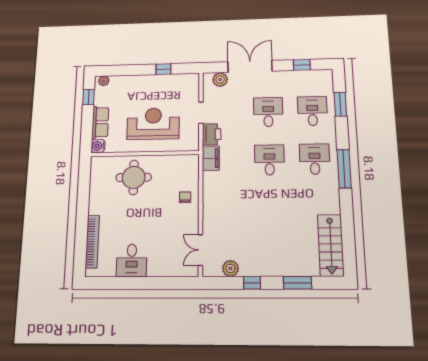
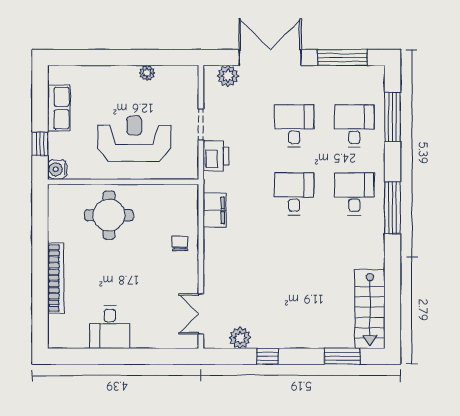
window: (302, 65) -> (343, 57), width x2.17
window: (163, 69) -> (147, 57), removed
plant: (104, 81) -> (147, 73), moved
window: (89, 97) -> (40, 144), moved
window: (340, 104) -> (393, 117), width x1.44
row of seats: (100, 122) -> (59, 108), moved
filing cabinet: (211, 158) -> (215, 210), moved
bookcase: (92, 242) -> (56, 278), moved
window: (298, 283) -> (342, 356), moved

